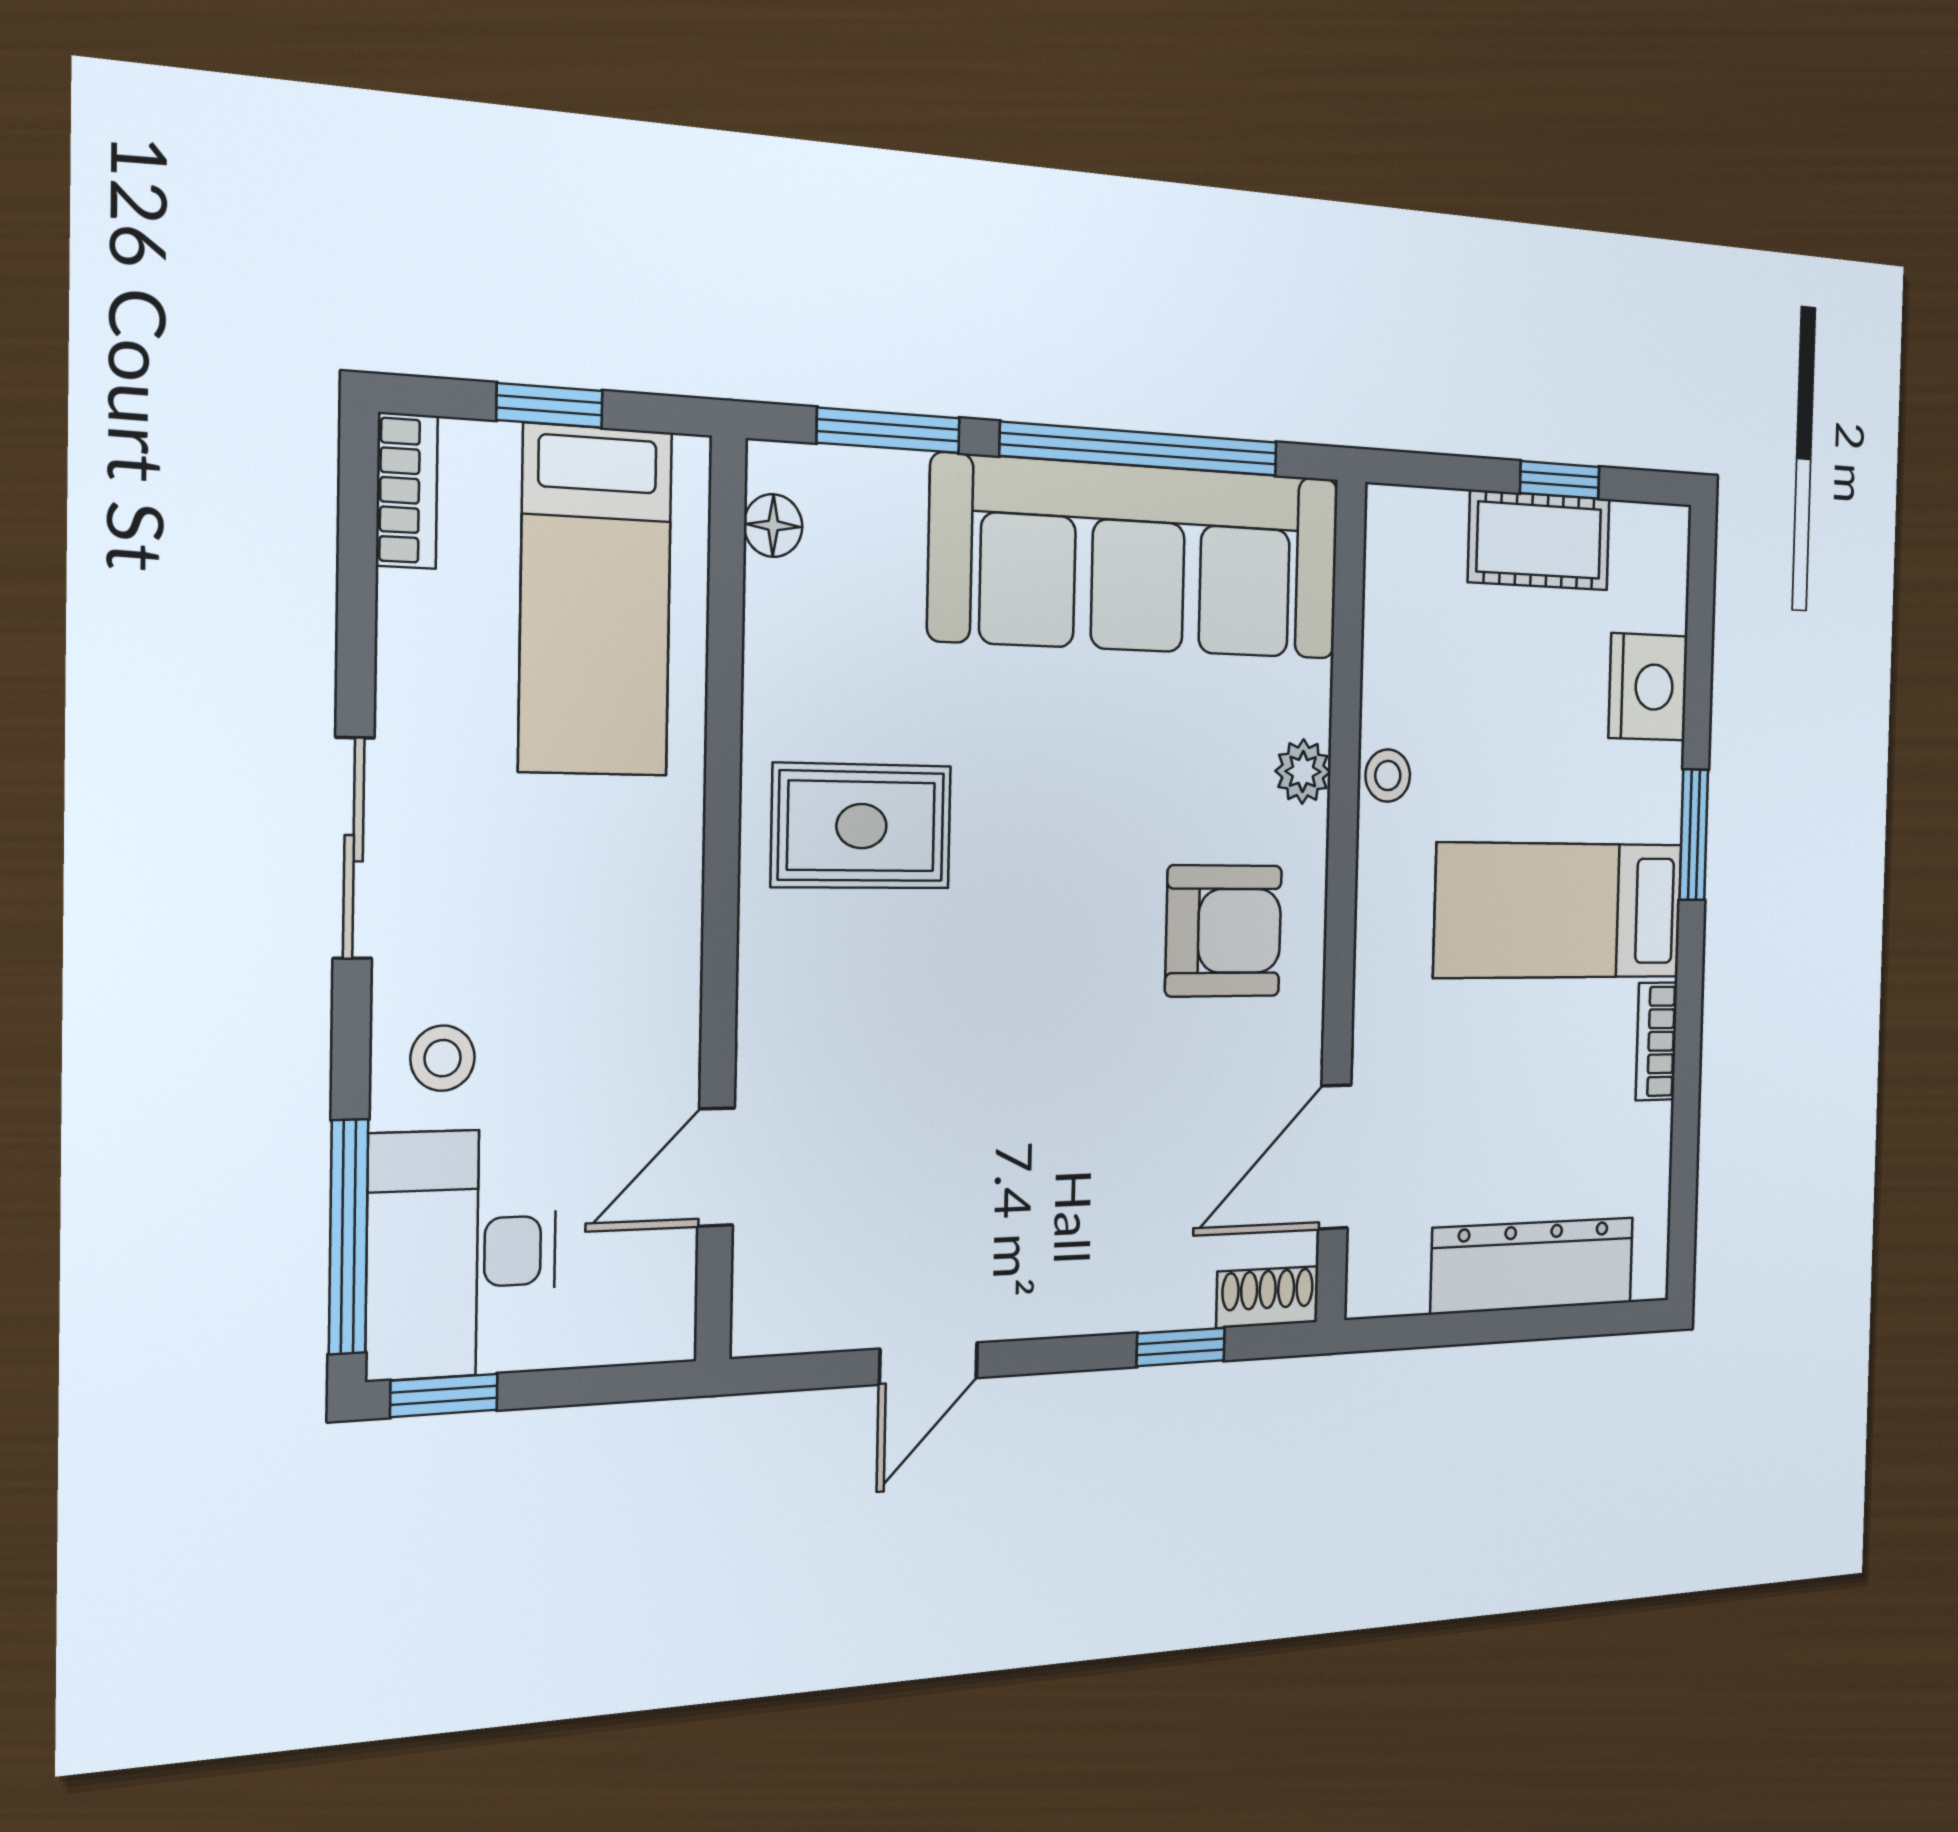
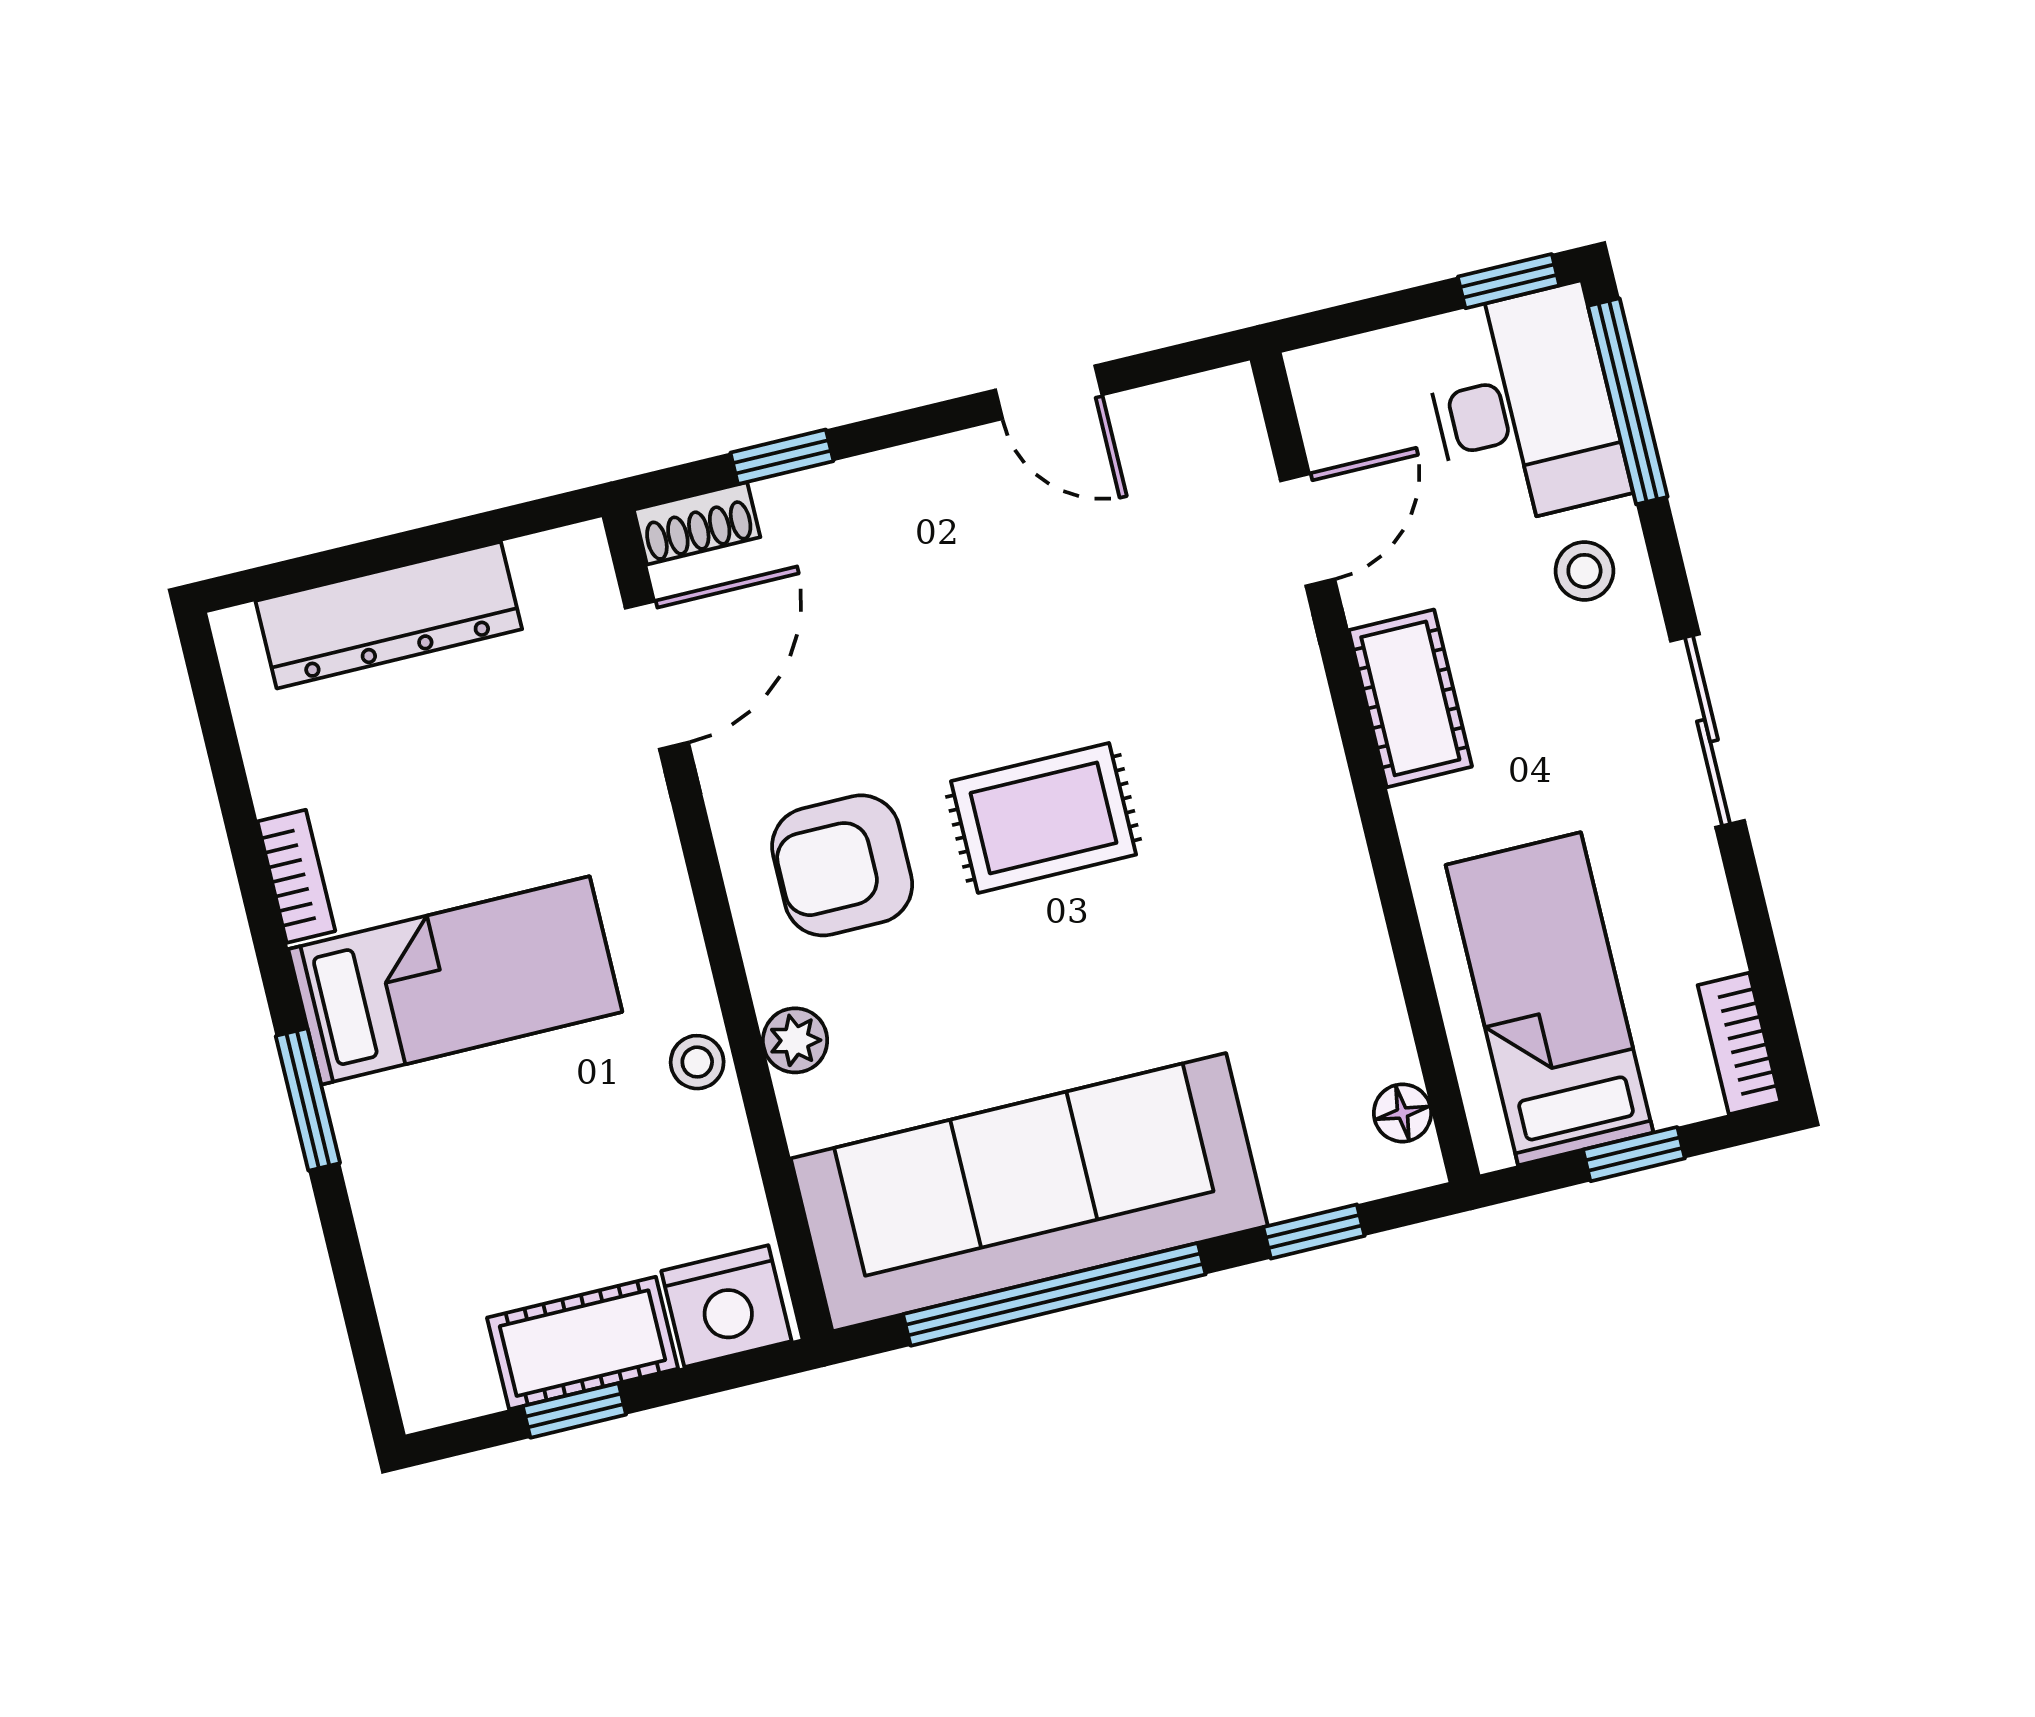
window: (889, 430) -> (1314, 1232), width x0.67
nightstand: (1648, 687) -> (726, 1306), moved, turned -90
rug: (861, 826) -> (1044, 818), moved
cot: (658, 963) -> (1410, 698), added
door: (928, 1364) -> (1049, 392), swing flipped

